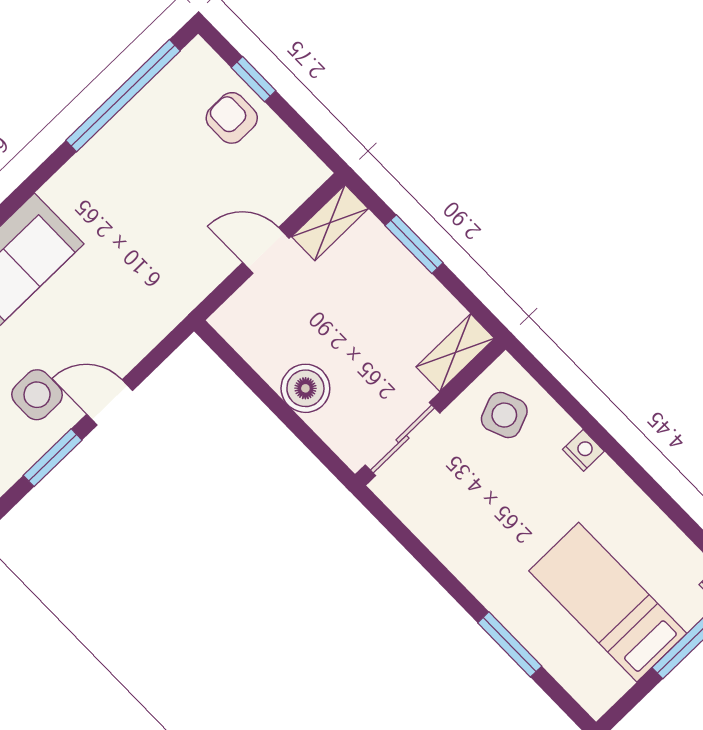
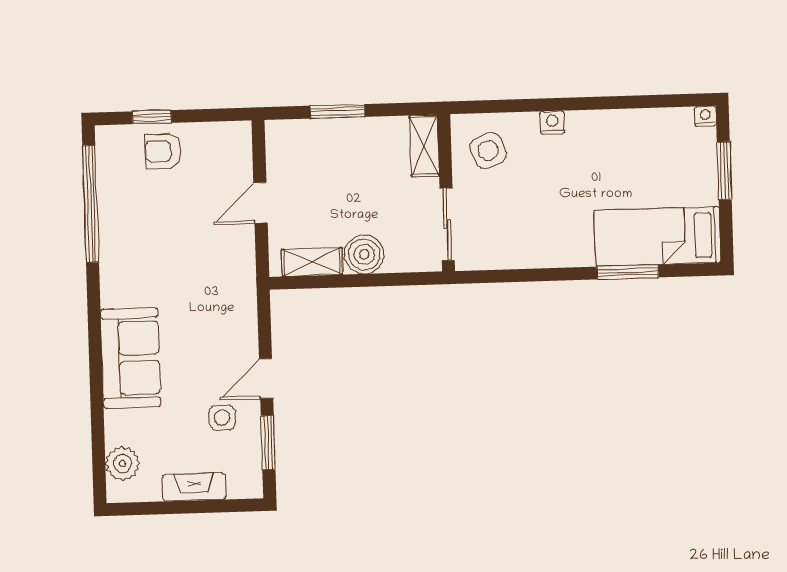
shelving: (330, 223) -> (312, 262), moved, turned 90
side table: (37, 395) -> (222, 418), width x0.73, depth x0.73
bed: (608, 602) -> (657, 237), moved

